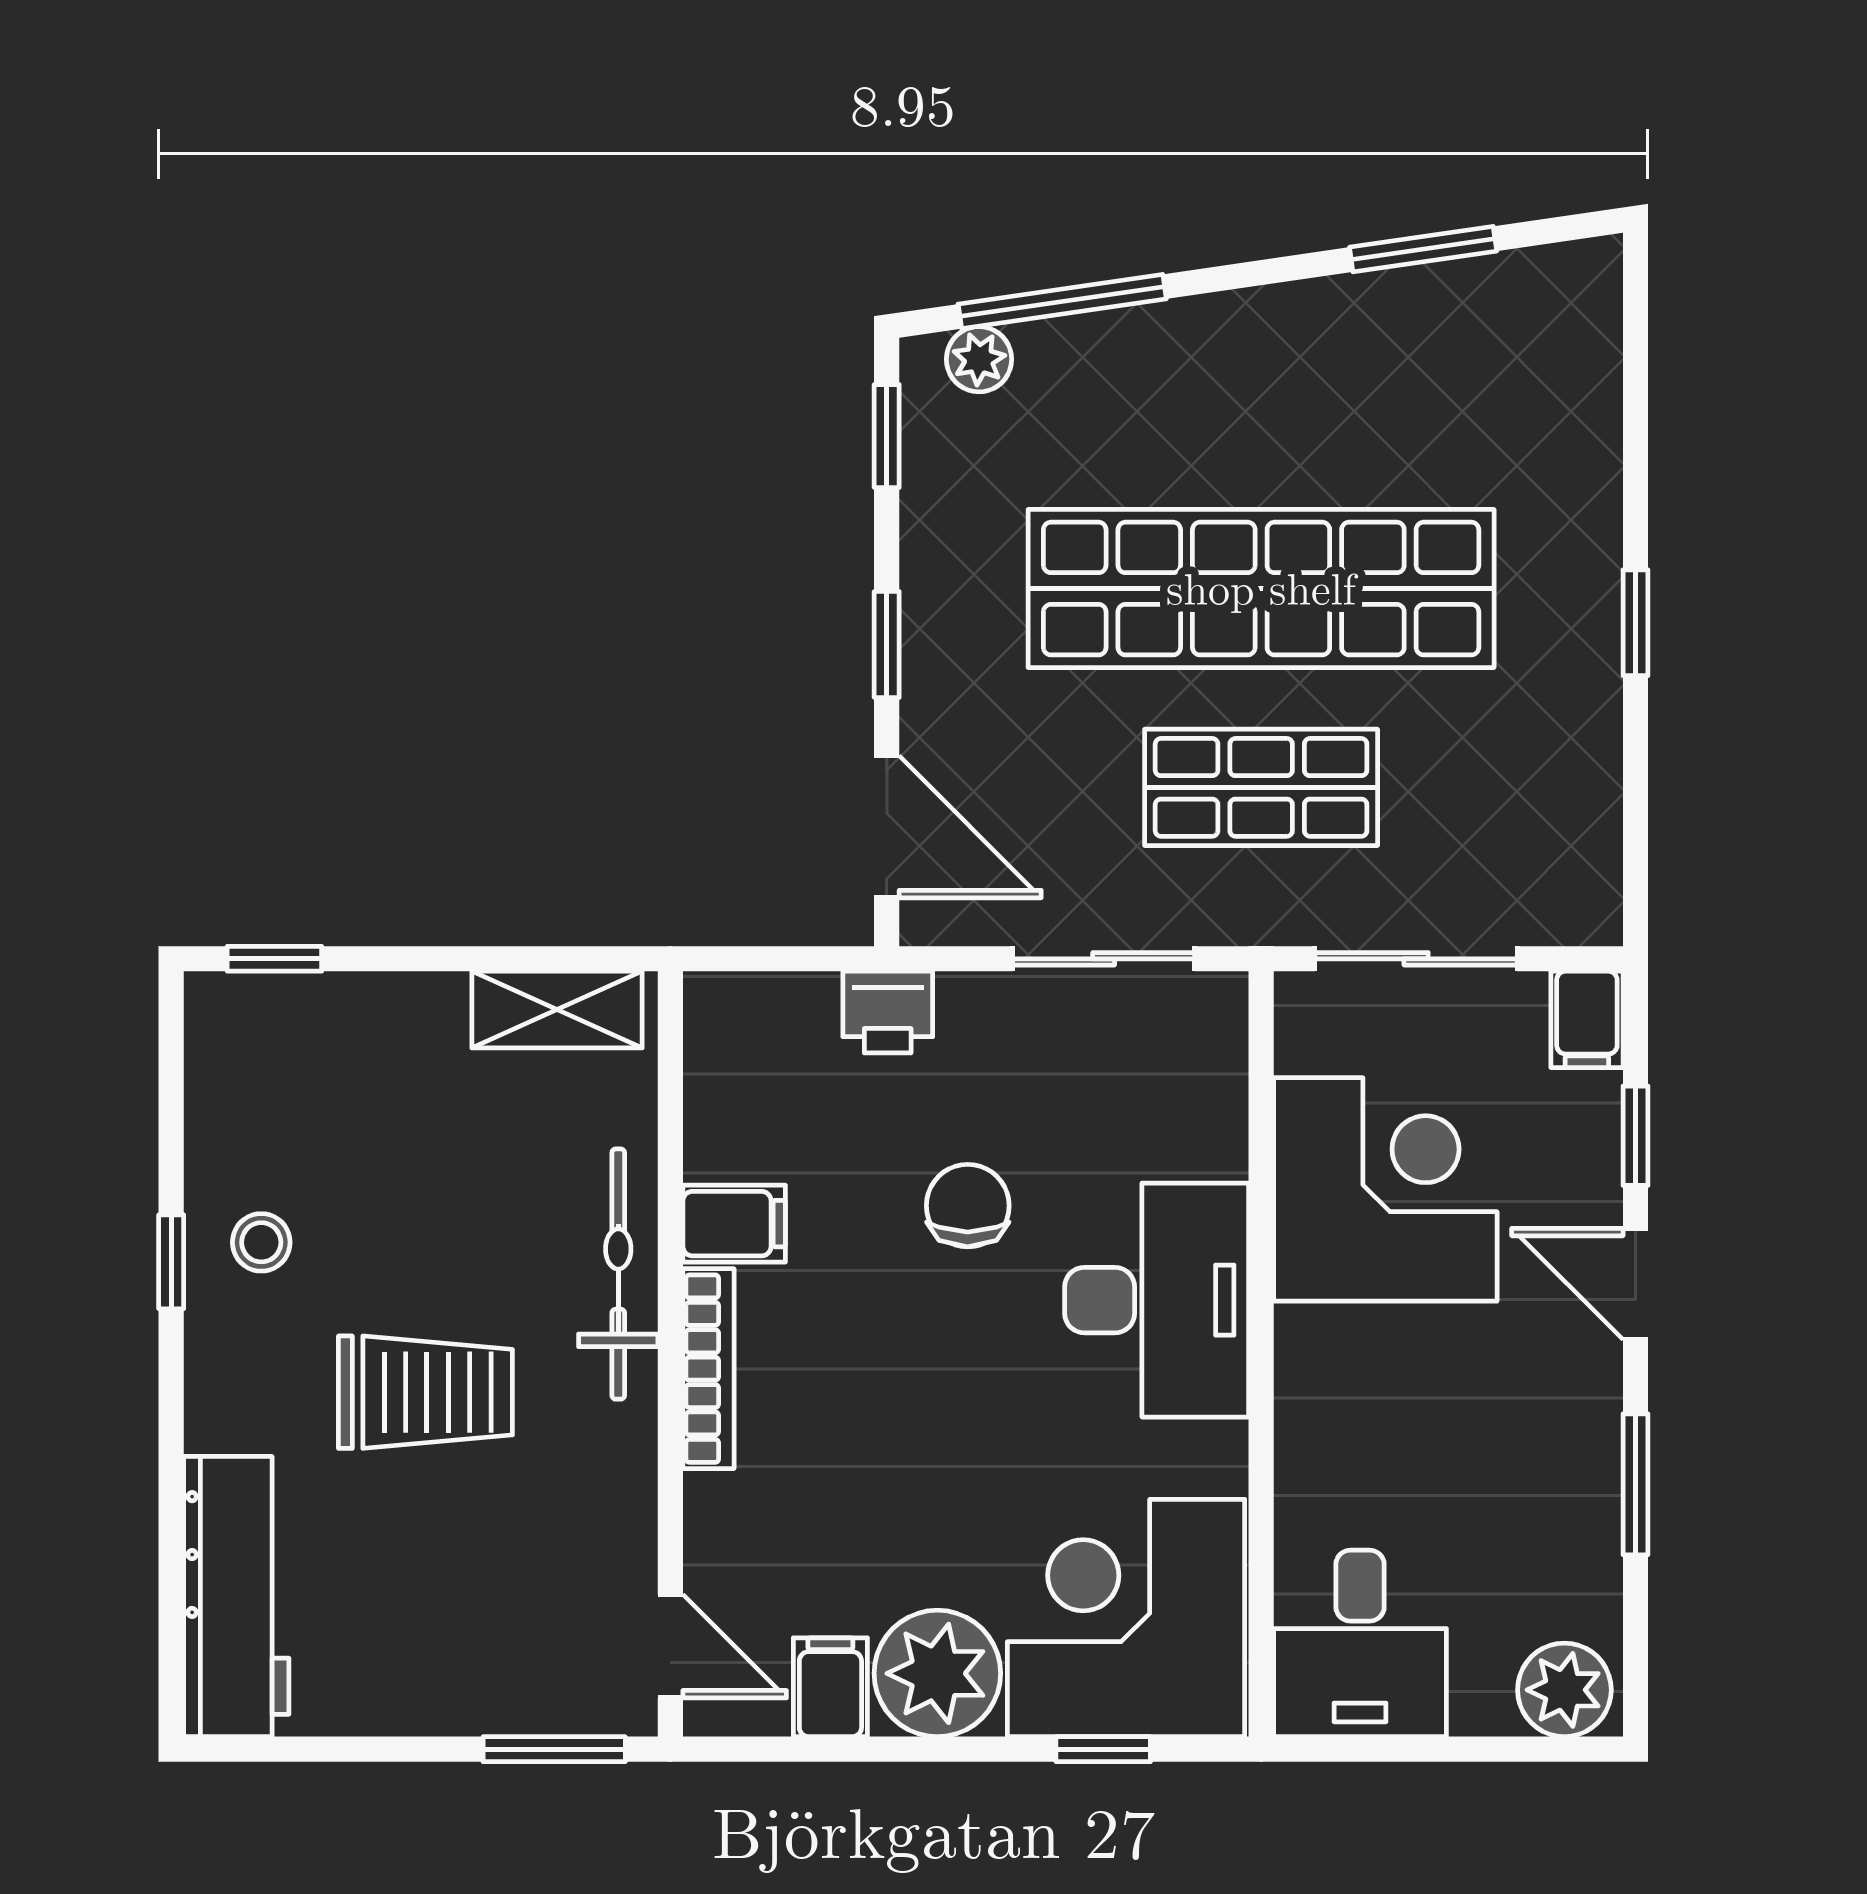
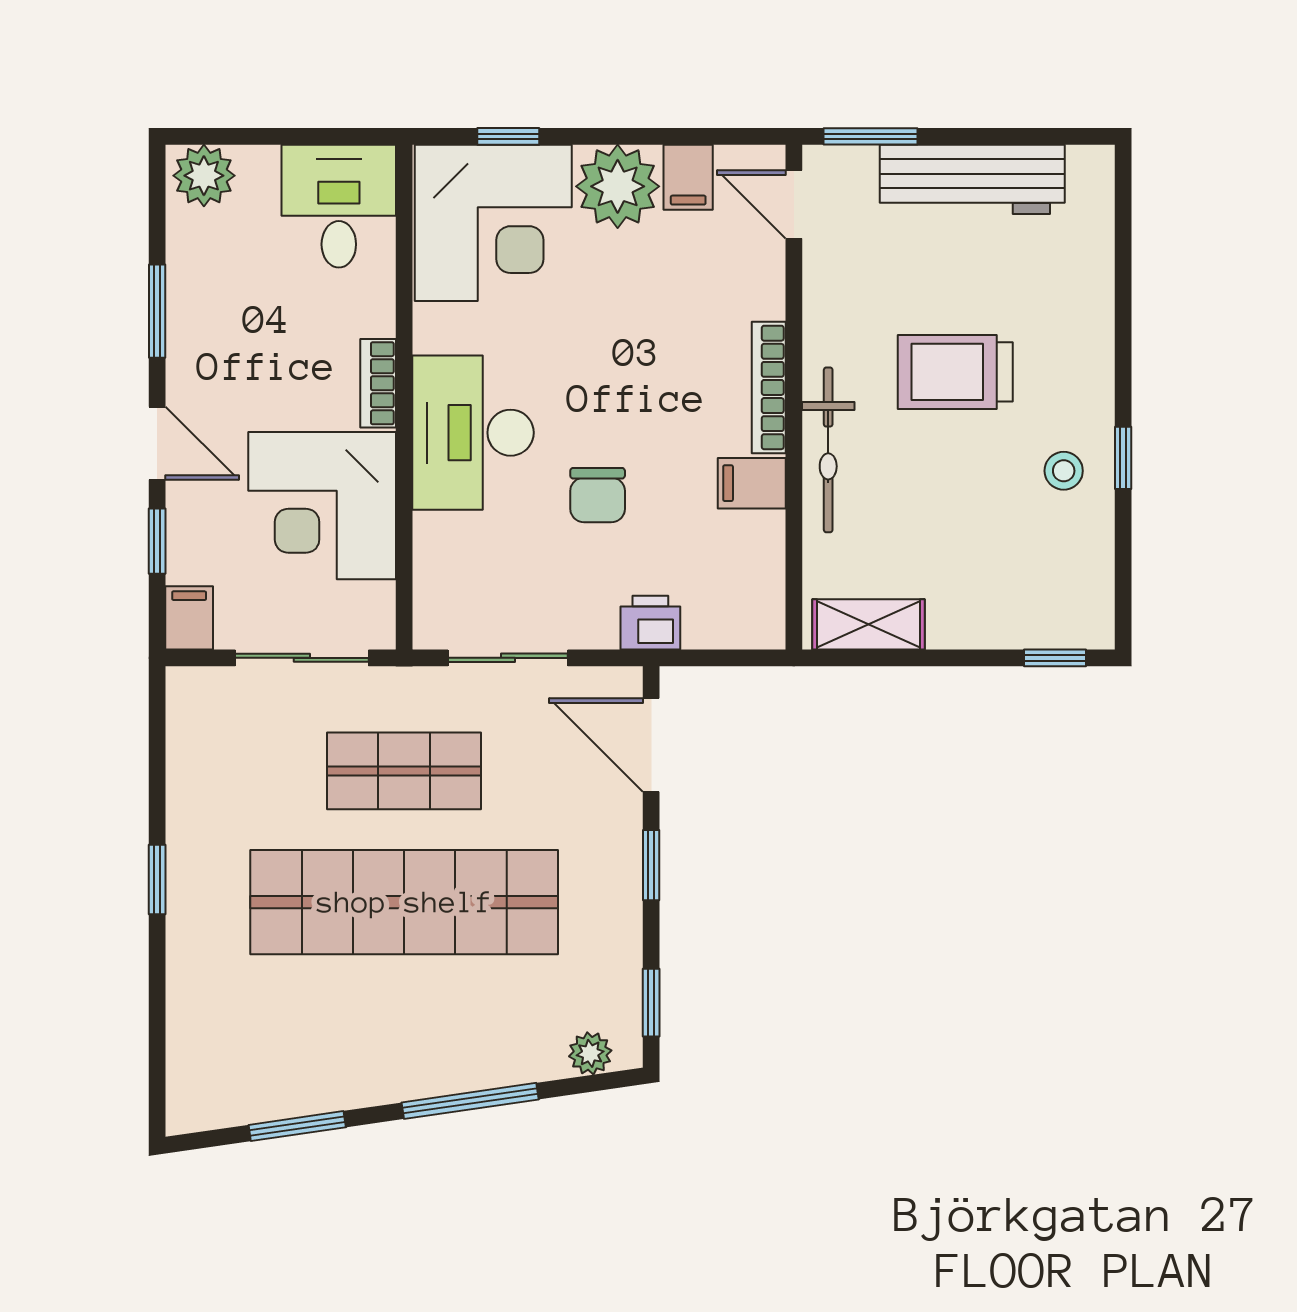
window: (1062, 302) -> (470, 1101), moved
bookcase: (1300, 1375) -> (378, 383), added
workbench: (236, 1597) -> (972, 179), moved, turned -90

